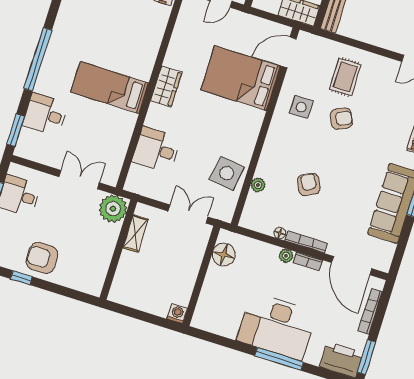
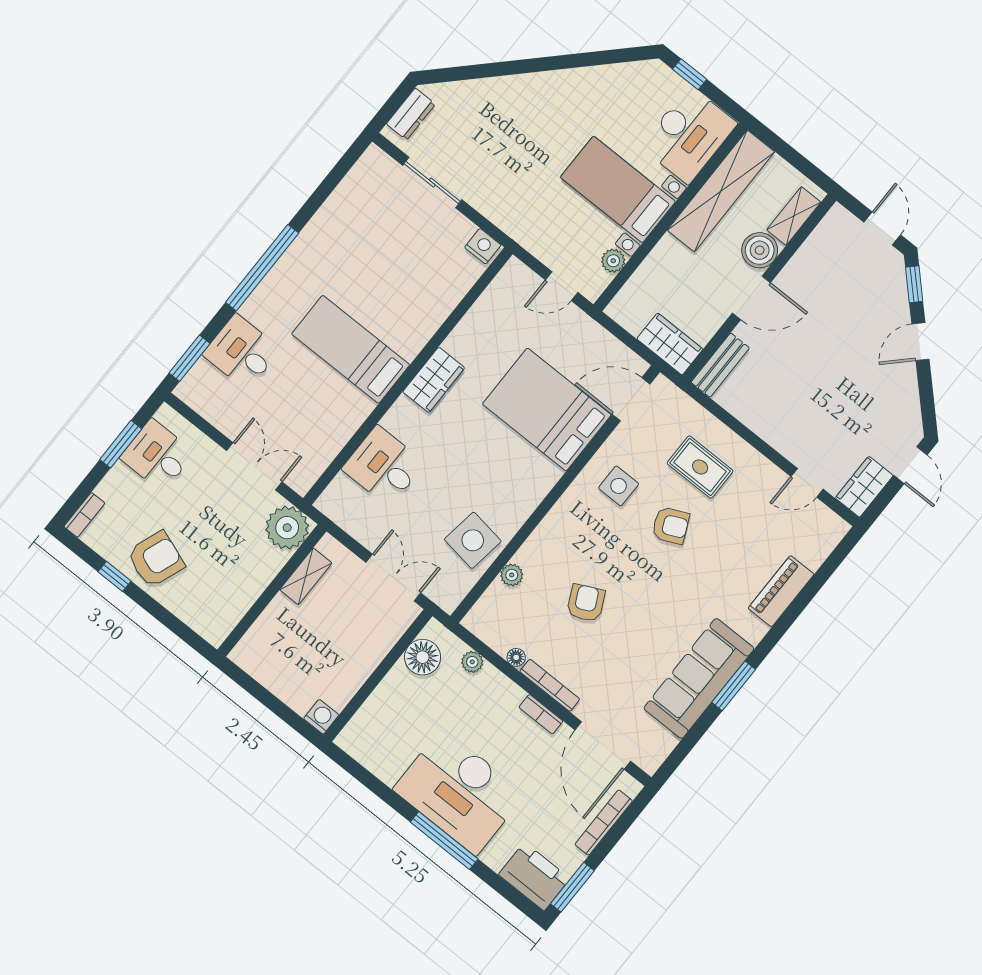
rug: (345, 77) -> (700, 467), turned 90
plant: (286, 256) -> (472, 662), moved
armchair: (42, 258) -> (156, 559), turned 110

